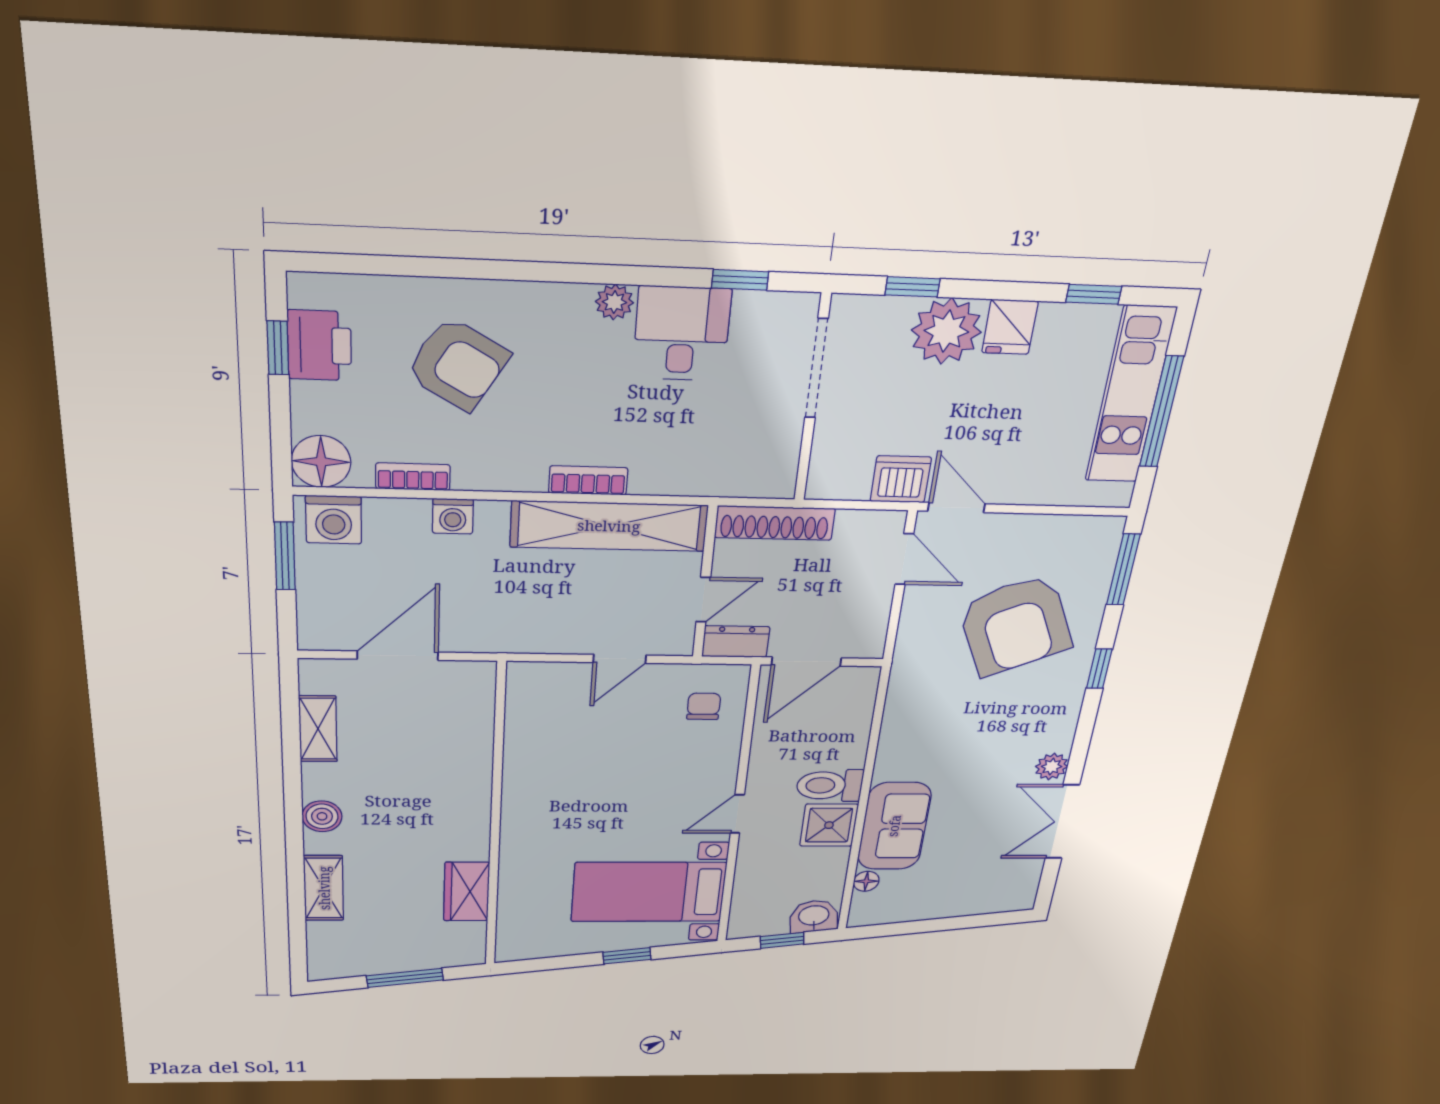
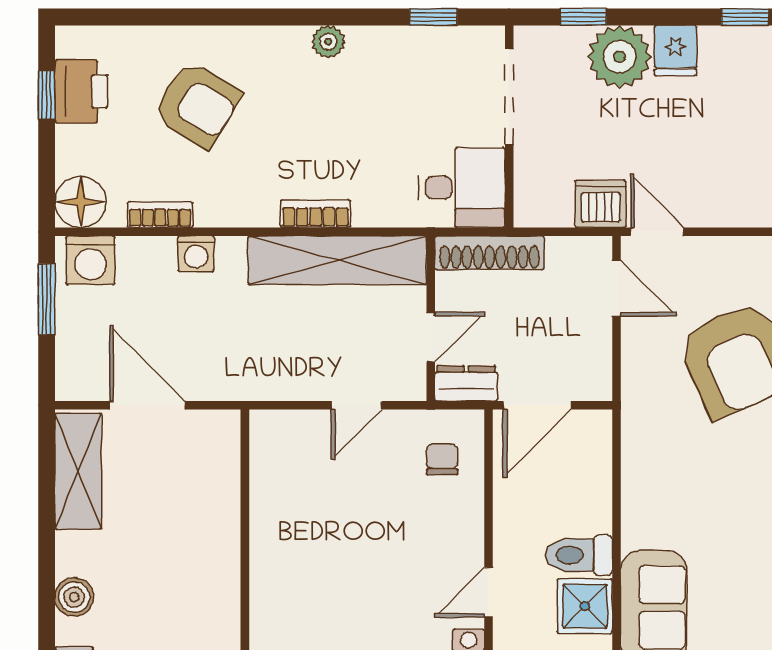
desk: (682, 334) -> (462, 188), moved, turned 90
door: (398, 656) -> (147, 405), hinge flipped
shelving: (318, 729) -> (78, 471), width x1.50, depth x1.33

